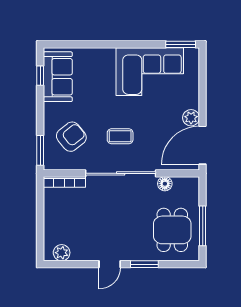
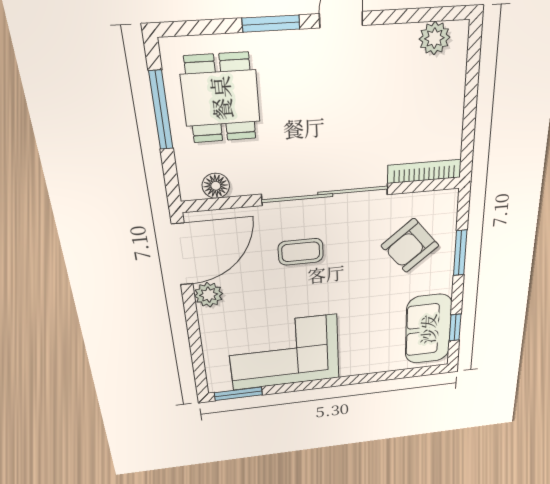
coffee table: (120, 136) -> (301, 252), moved
window: (40, 150) -> (460, 253), moved
floor lamp: (165, 184) -> (216, 186), moved

